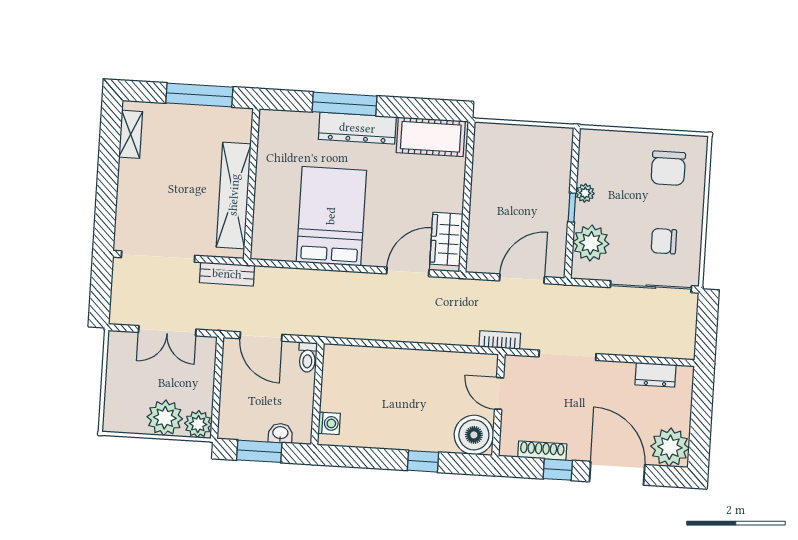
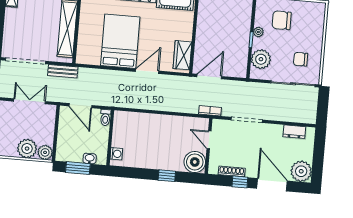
chair: (668, 168) -> (282, 20), moved, turned 90
door: (408, 272) -> (147, 71), moved
door: (522, 279) -> (209, 77), moved
double door: (167, 331) -> (30, 101), swing flipped

